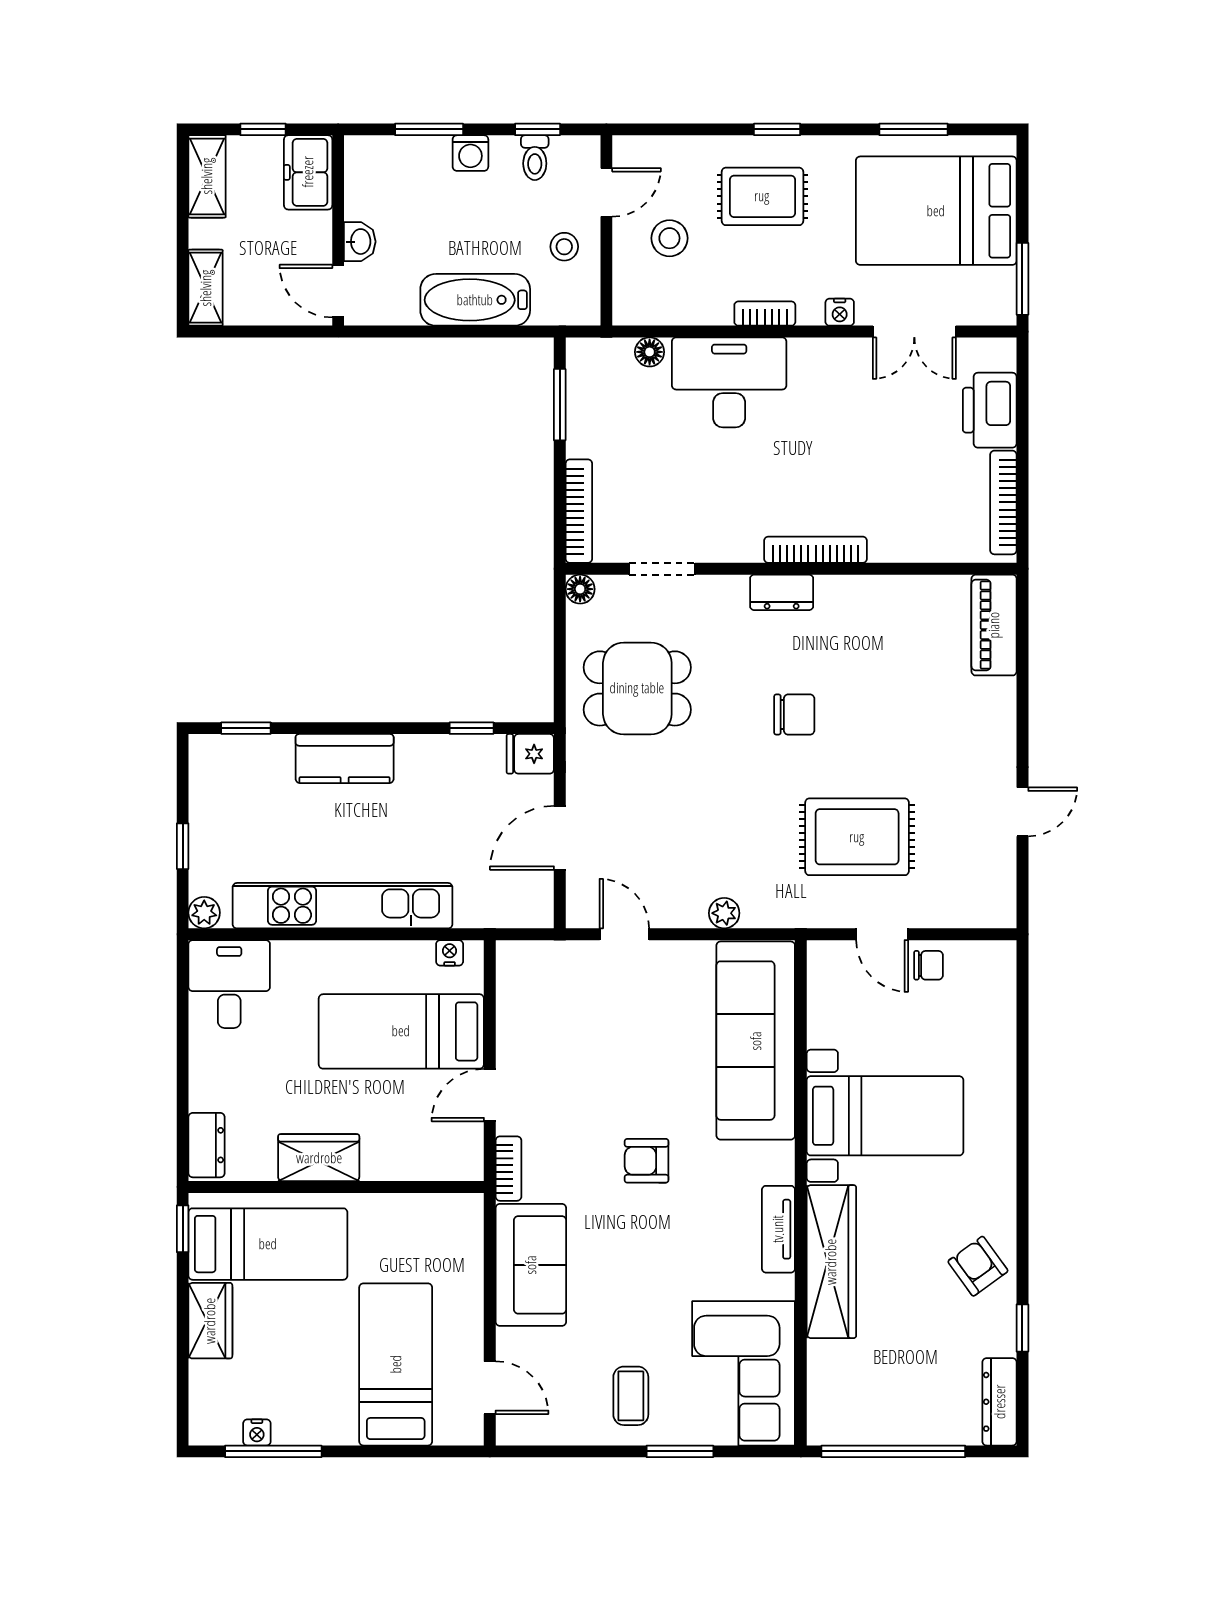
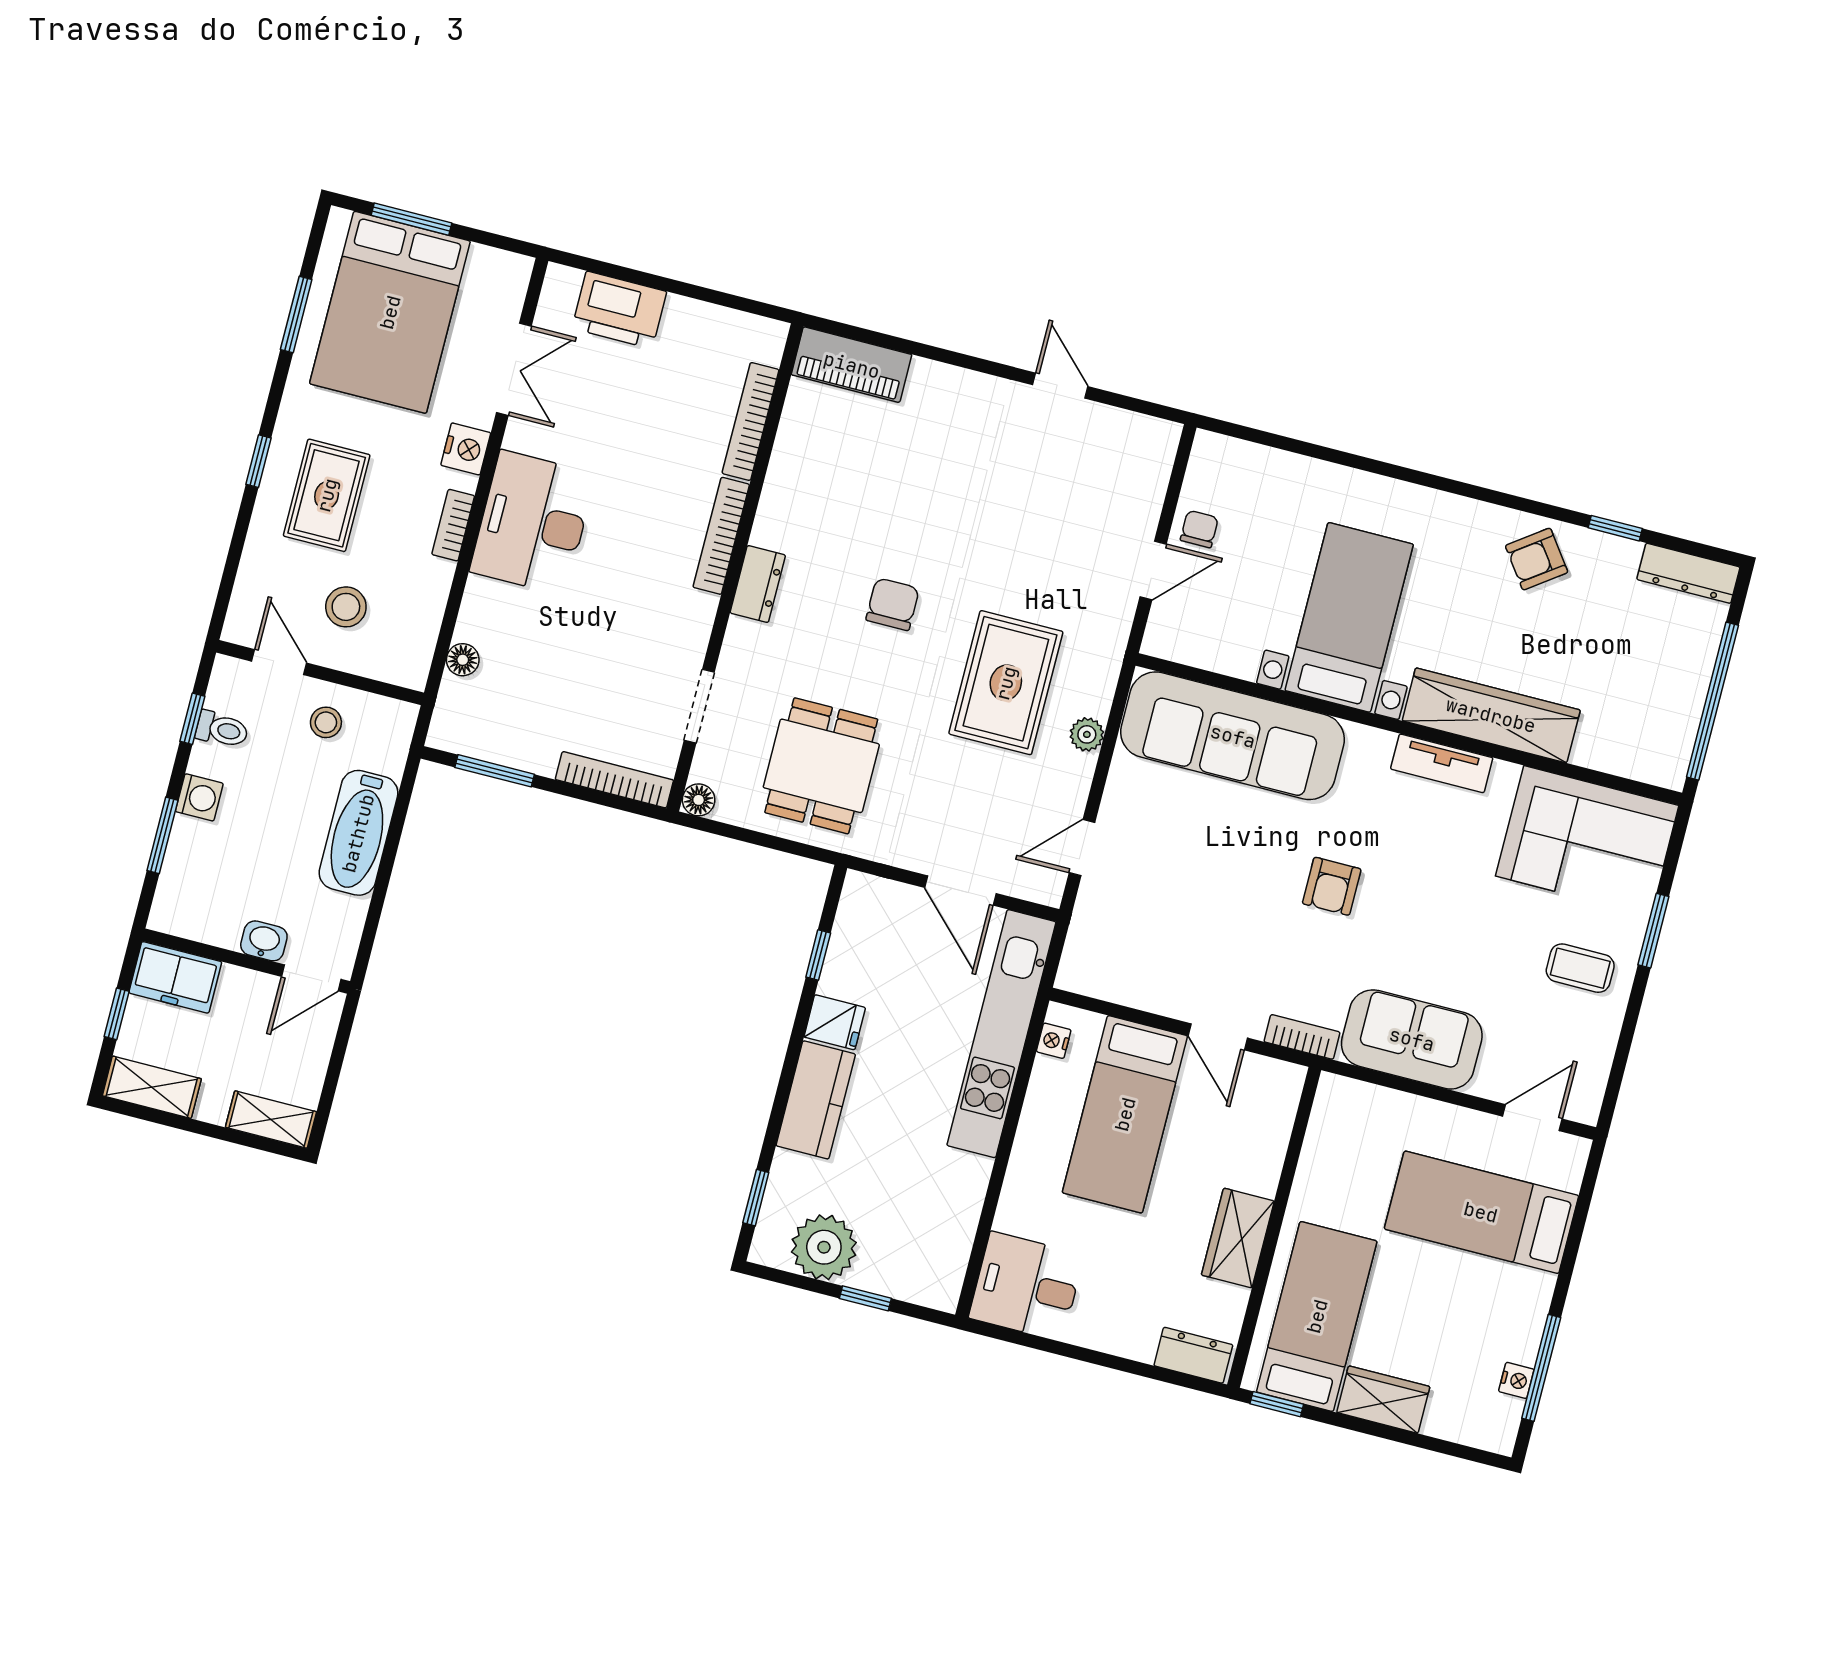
window: (1022, 279) -> (412, 219), moved
nightstand: (840, 312) -> (466, 449), width x1.39, depth x1.35
desk: (729, 382) -> (533, 523), moved
bookcase: (1003, 502) -> (751, 421), moved, turned 90
fridge: (530, 754) -> (835, 1022), moved, turned -90
rug: (857, 837) -> (1006, 683), moved
kitchen unit: (342, 906) -> (1001, 1034), moved
plant: (204, 913) -> (824, 1247), moved, width x1.88, depth x1.88

